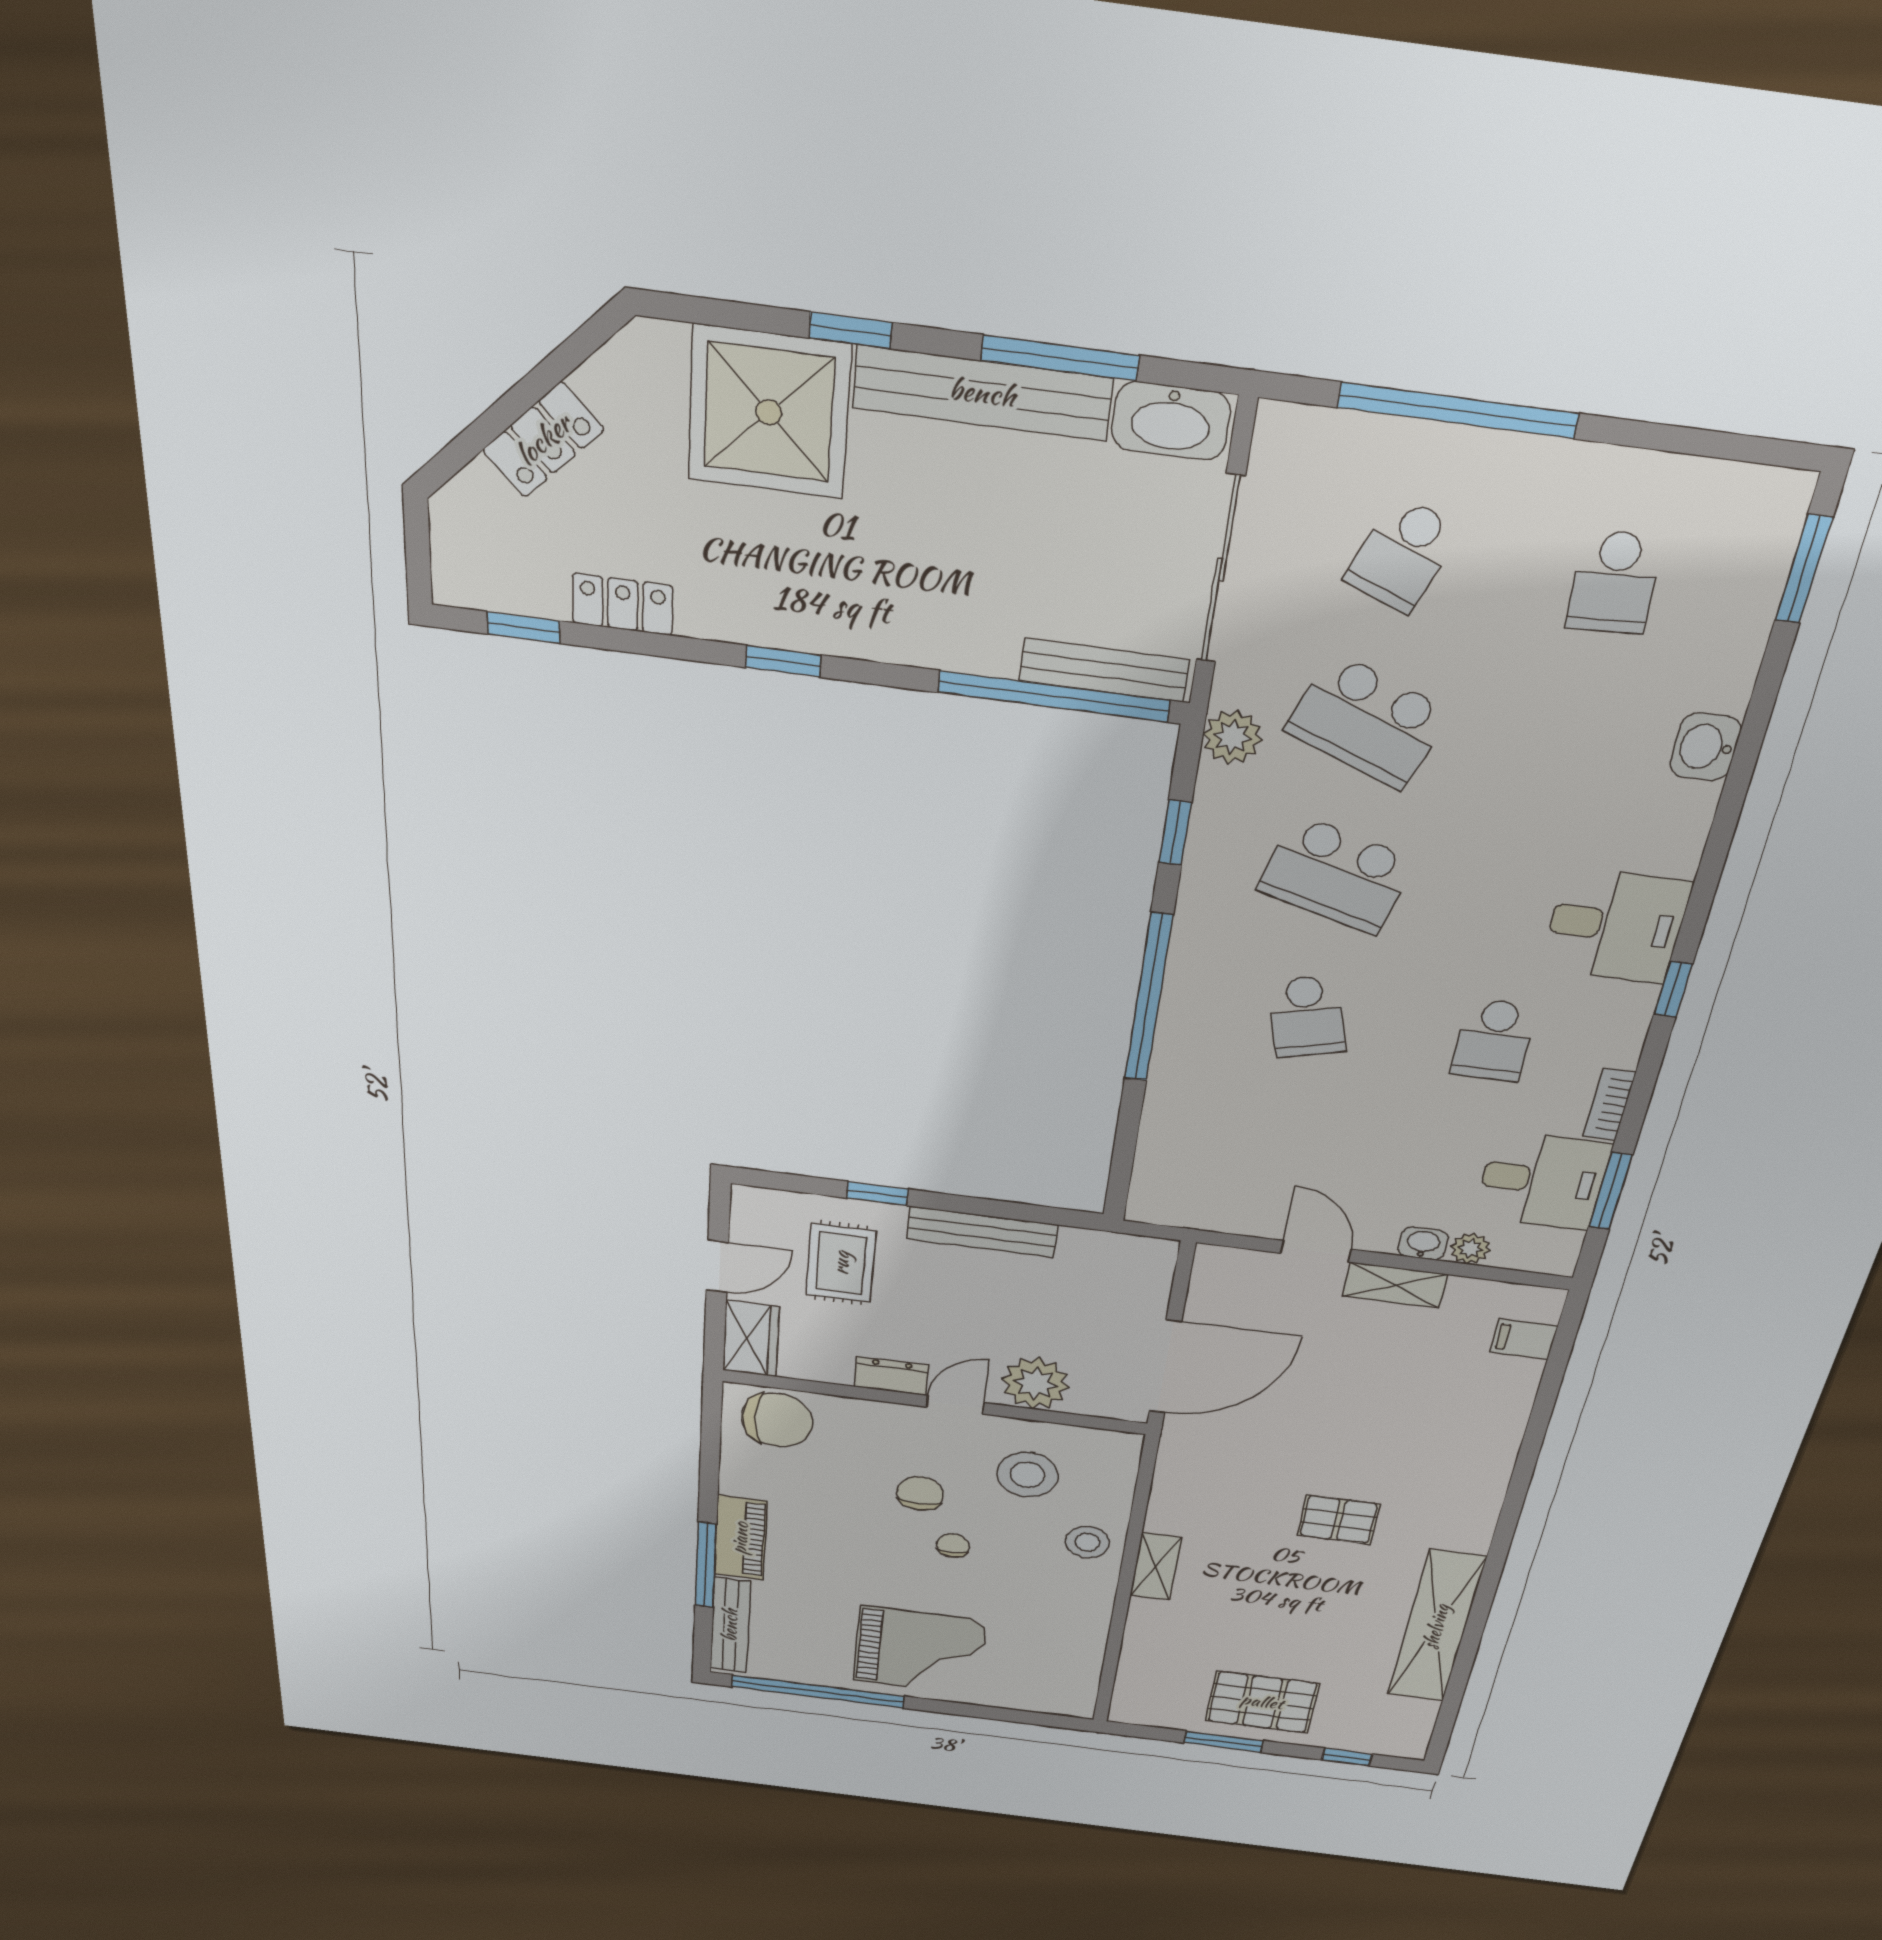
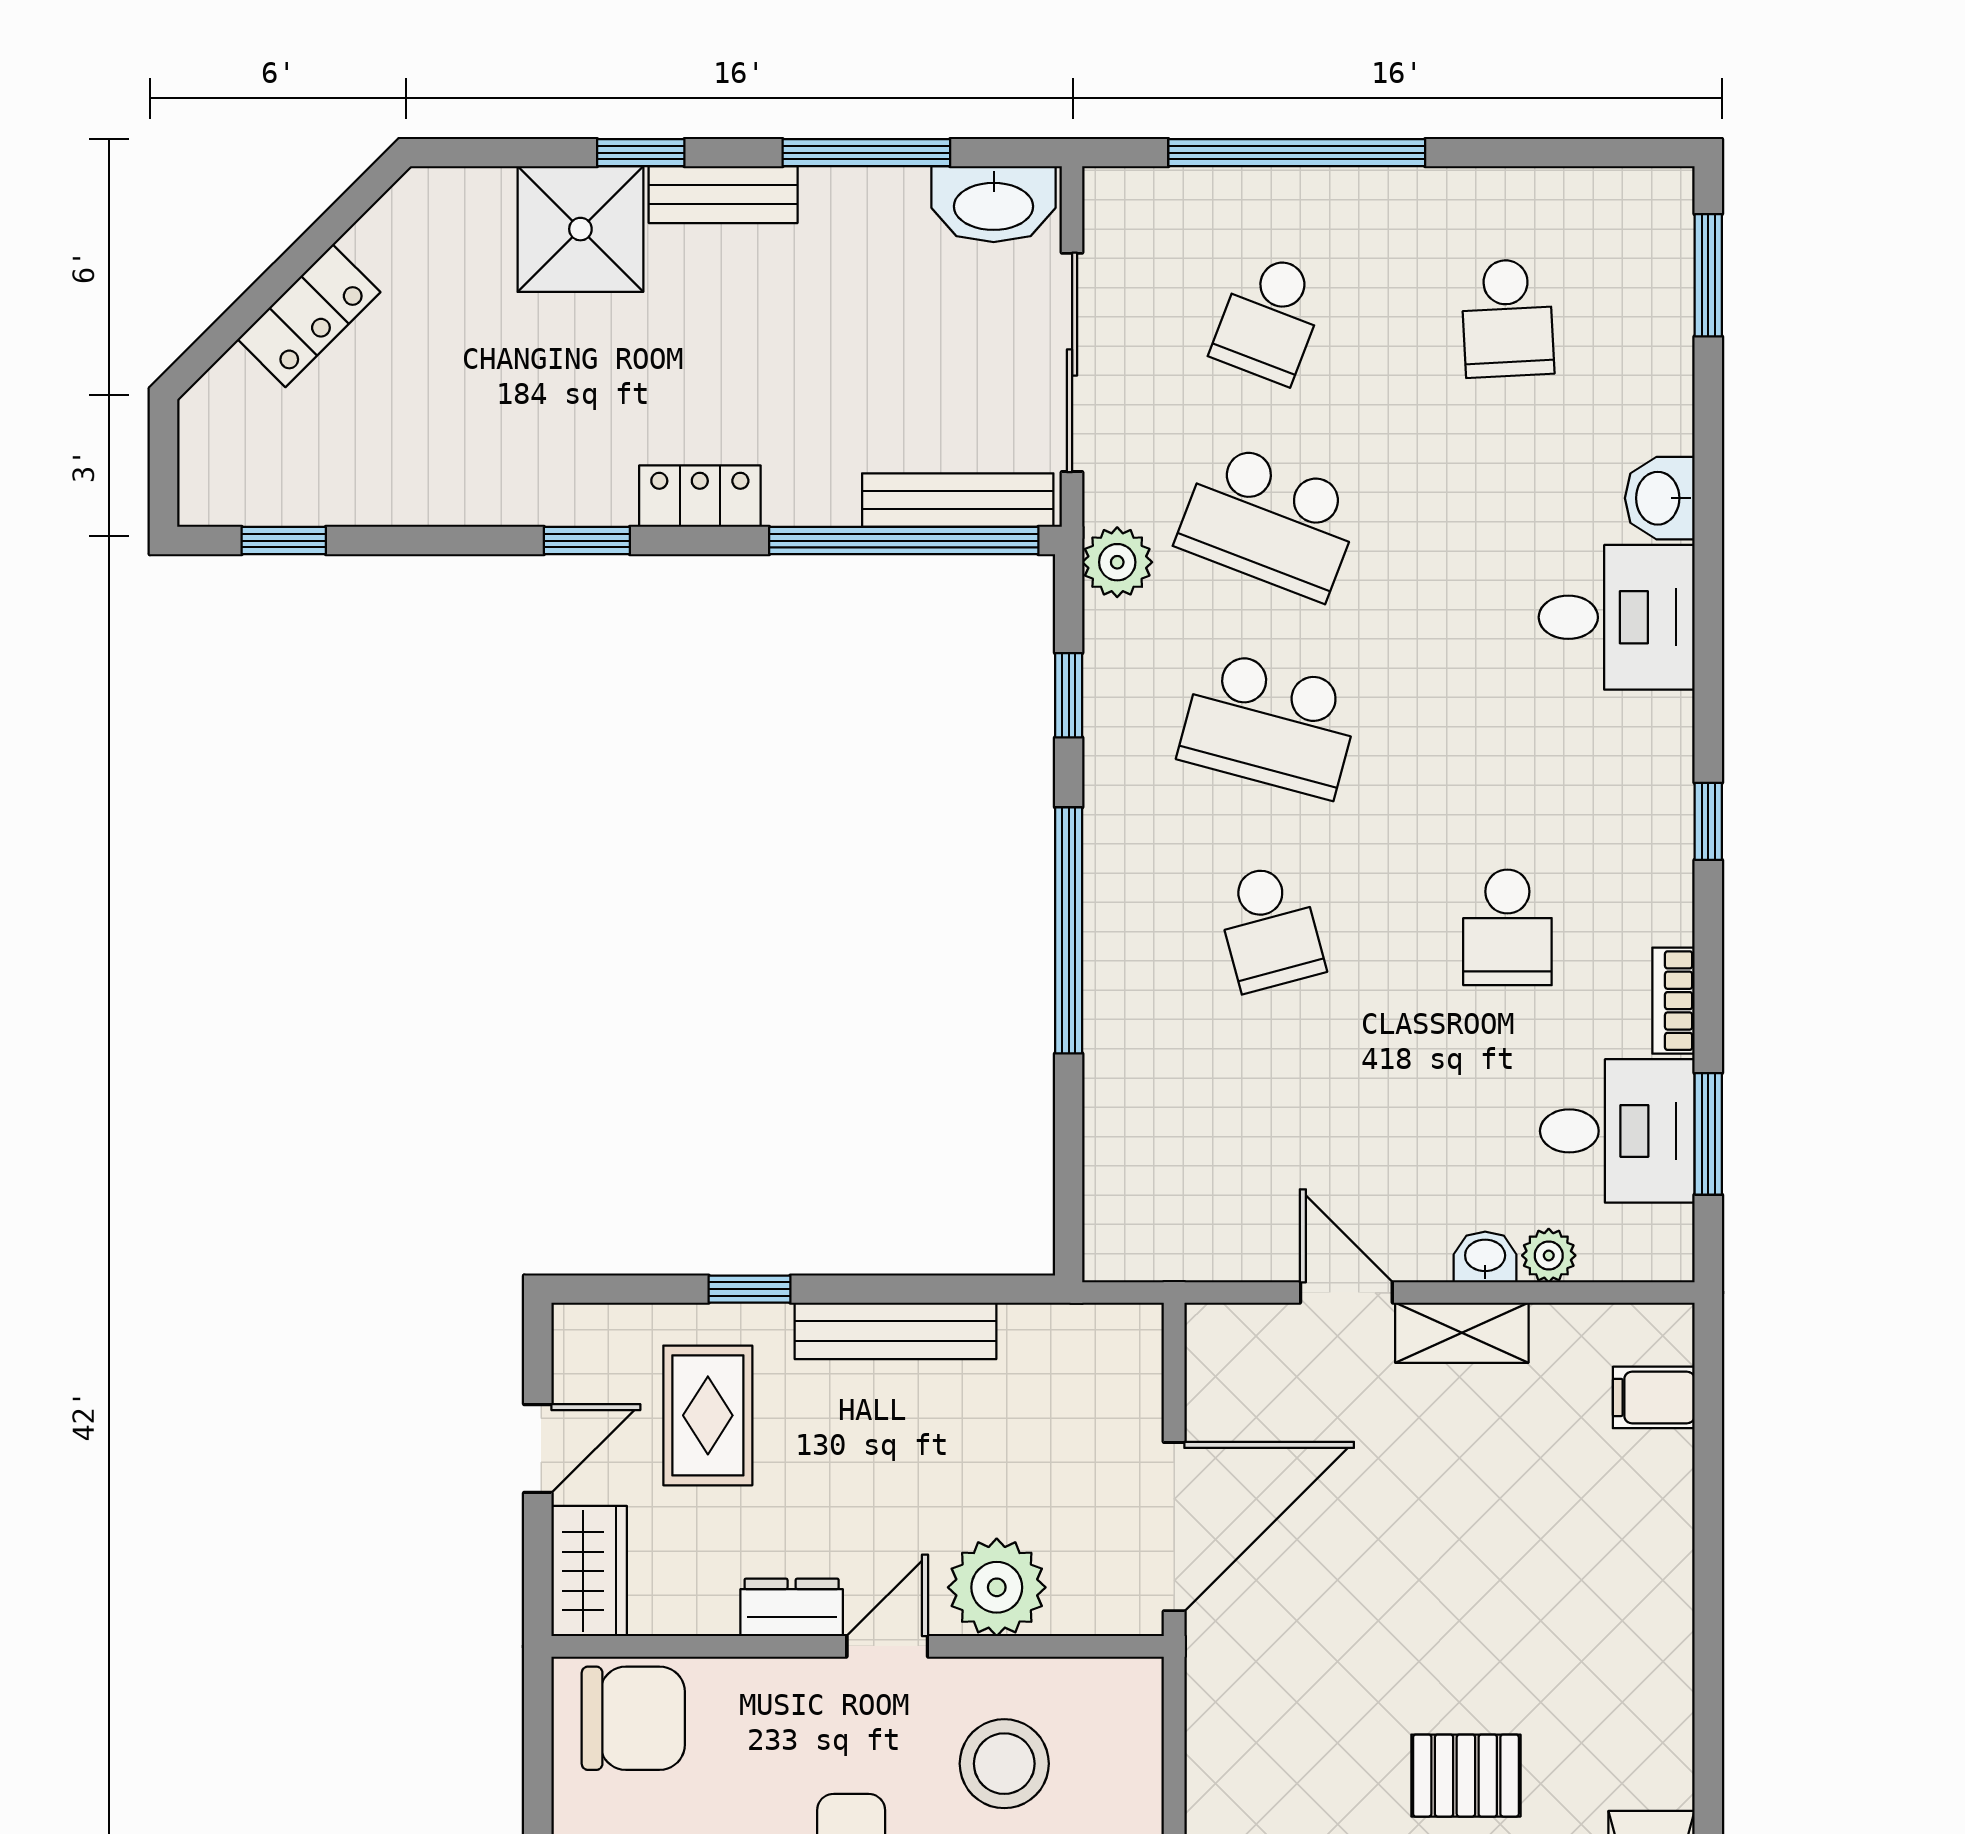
bench: (982, 393) -> (723, 195), width x0.54, depth x0.82
shower: (769, 412) -> (580, 229), width x0.73, depth x0.73
locker: (623, 604) -> (700, 496), moved
desk: (1615, 926) -> (1617, 617), moved

